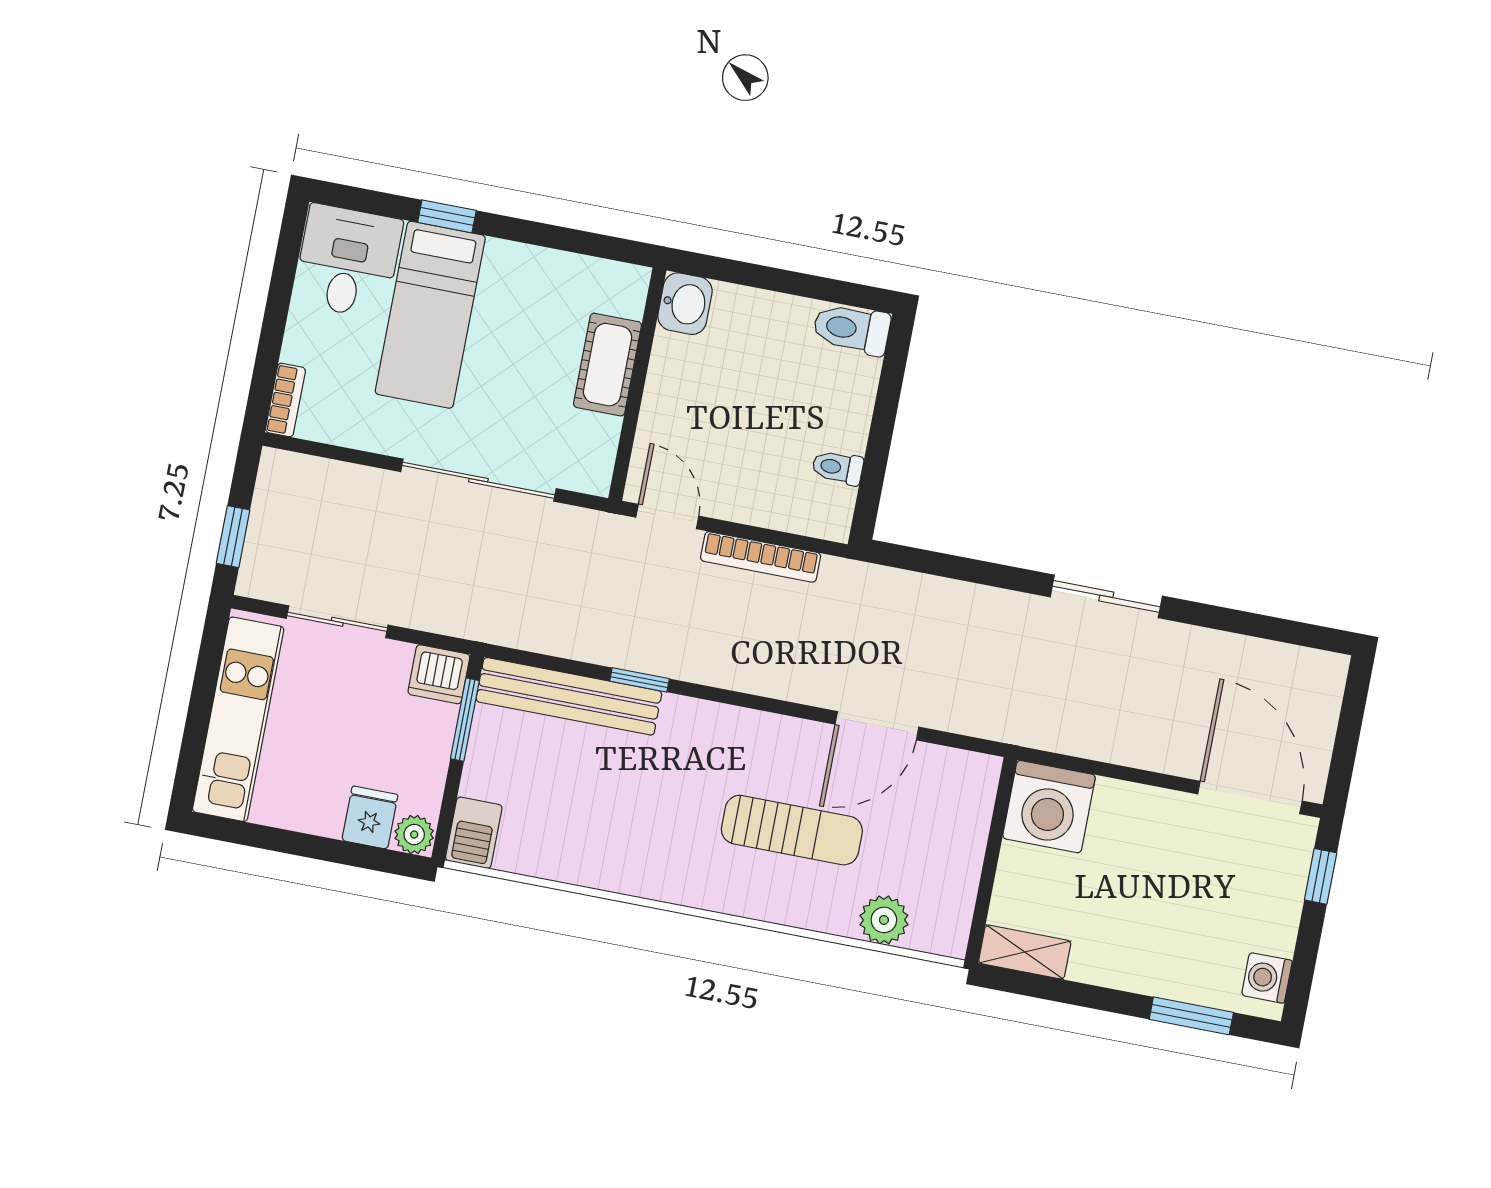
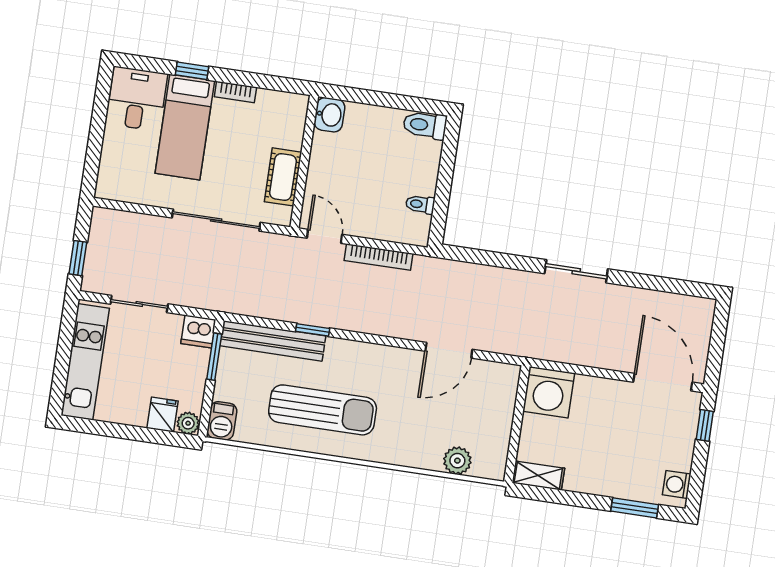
cot: (608, 365) -> (283, 177), moved
bookcase: (285, 400) -> (235, 92), moved, turned 90
sun lounger: (792, 830) -> (323, 410), moved, width x1.36, depth x1.34

